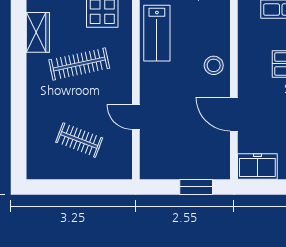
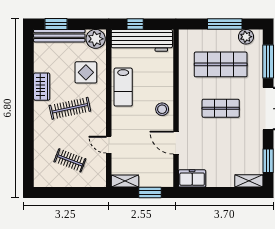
shelving: (160, 170) -> (125, 181), added

